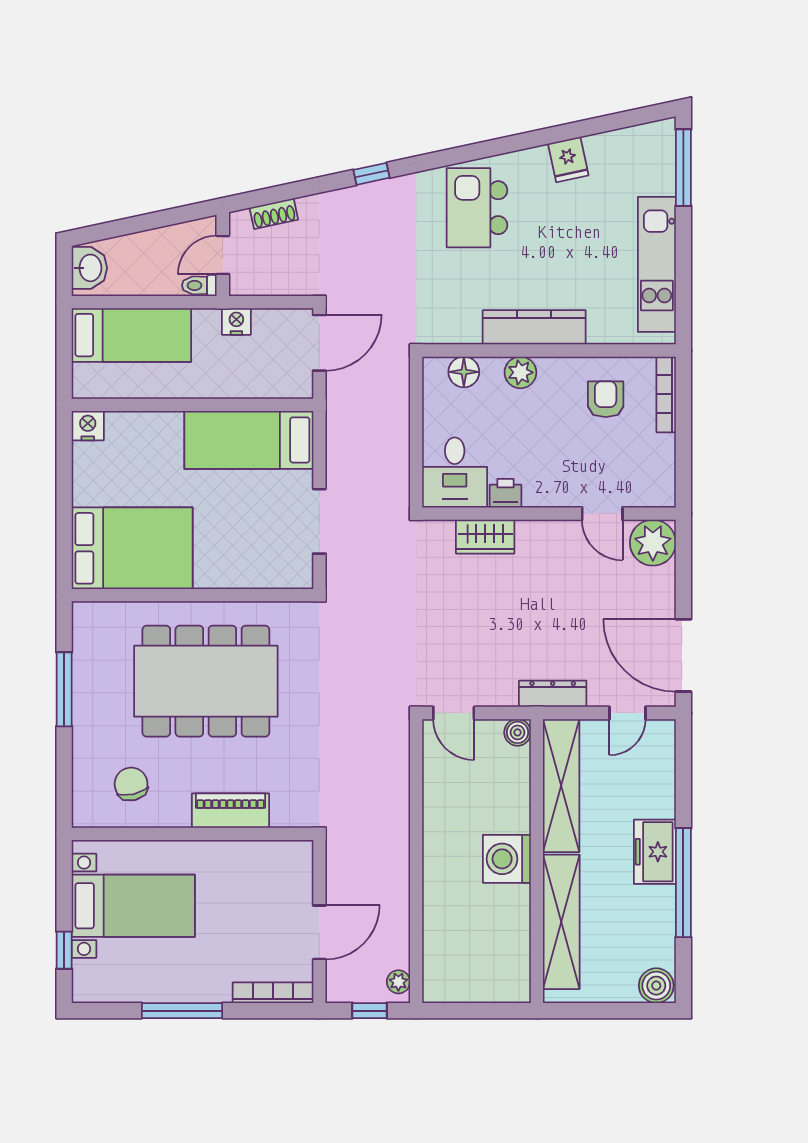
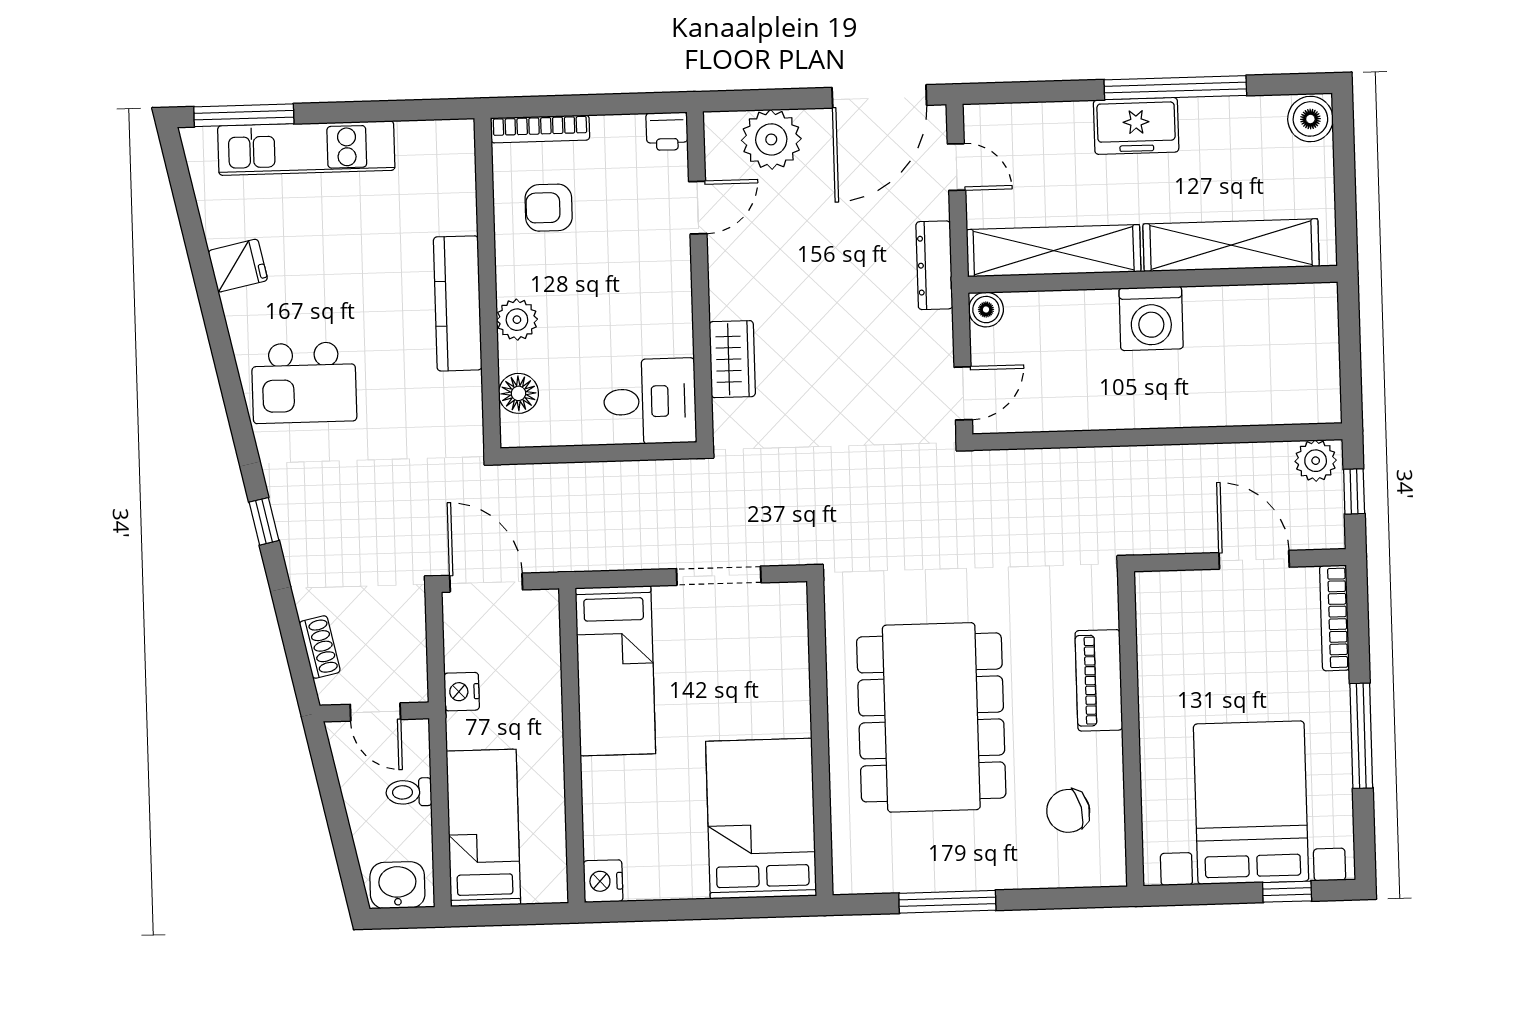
kitchen unit: (657, 264) -> (306, 148), moved
toilet: (199, 285) -> (409, 792), moved, turned 90
printer: (505, 493) -> (667, 131), moved, turned -90
plant: (653, 543) -> (771, 139), moved
bed with nightstands: (133, 906) -> (1251, 803), width x1.36
plant: (398, 982) -> (1316, 461), width x1.38, depth x1.38

